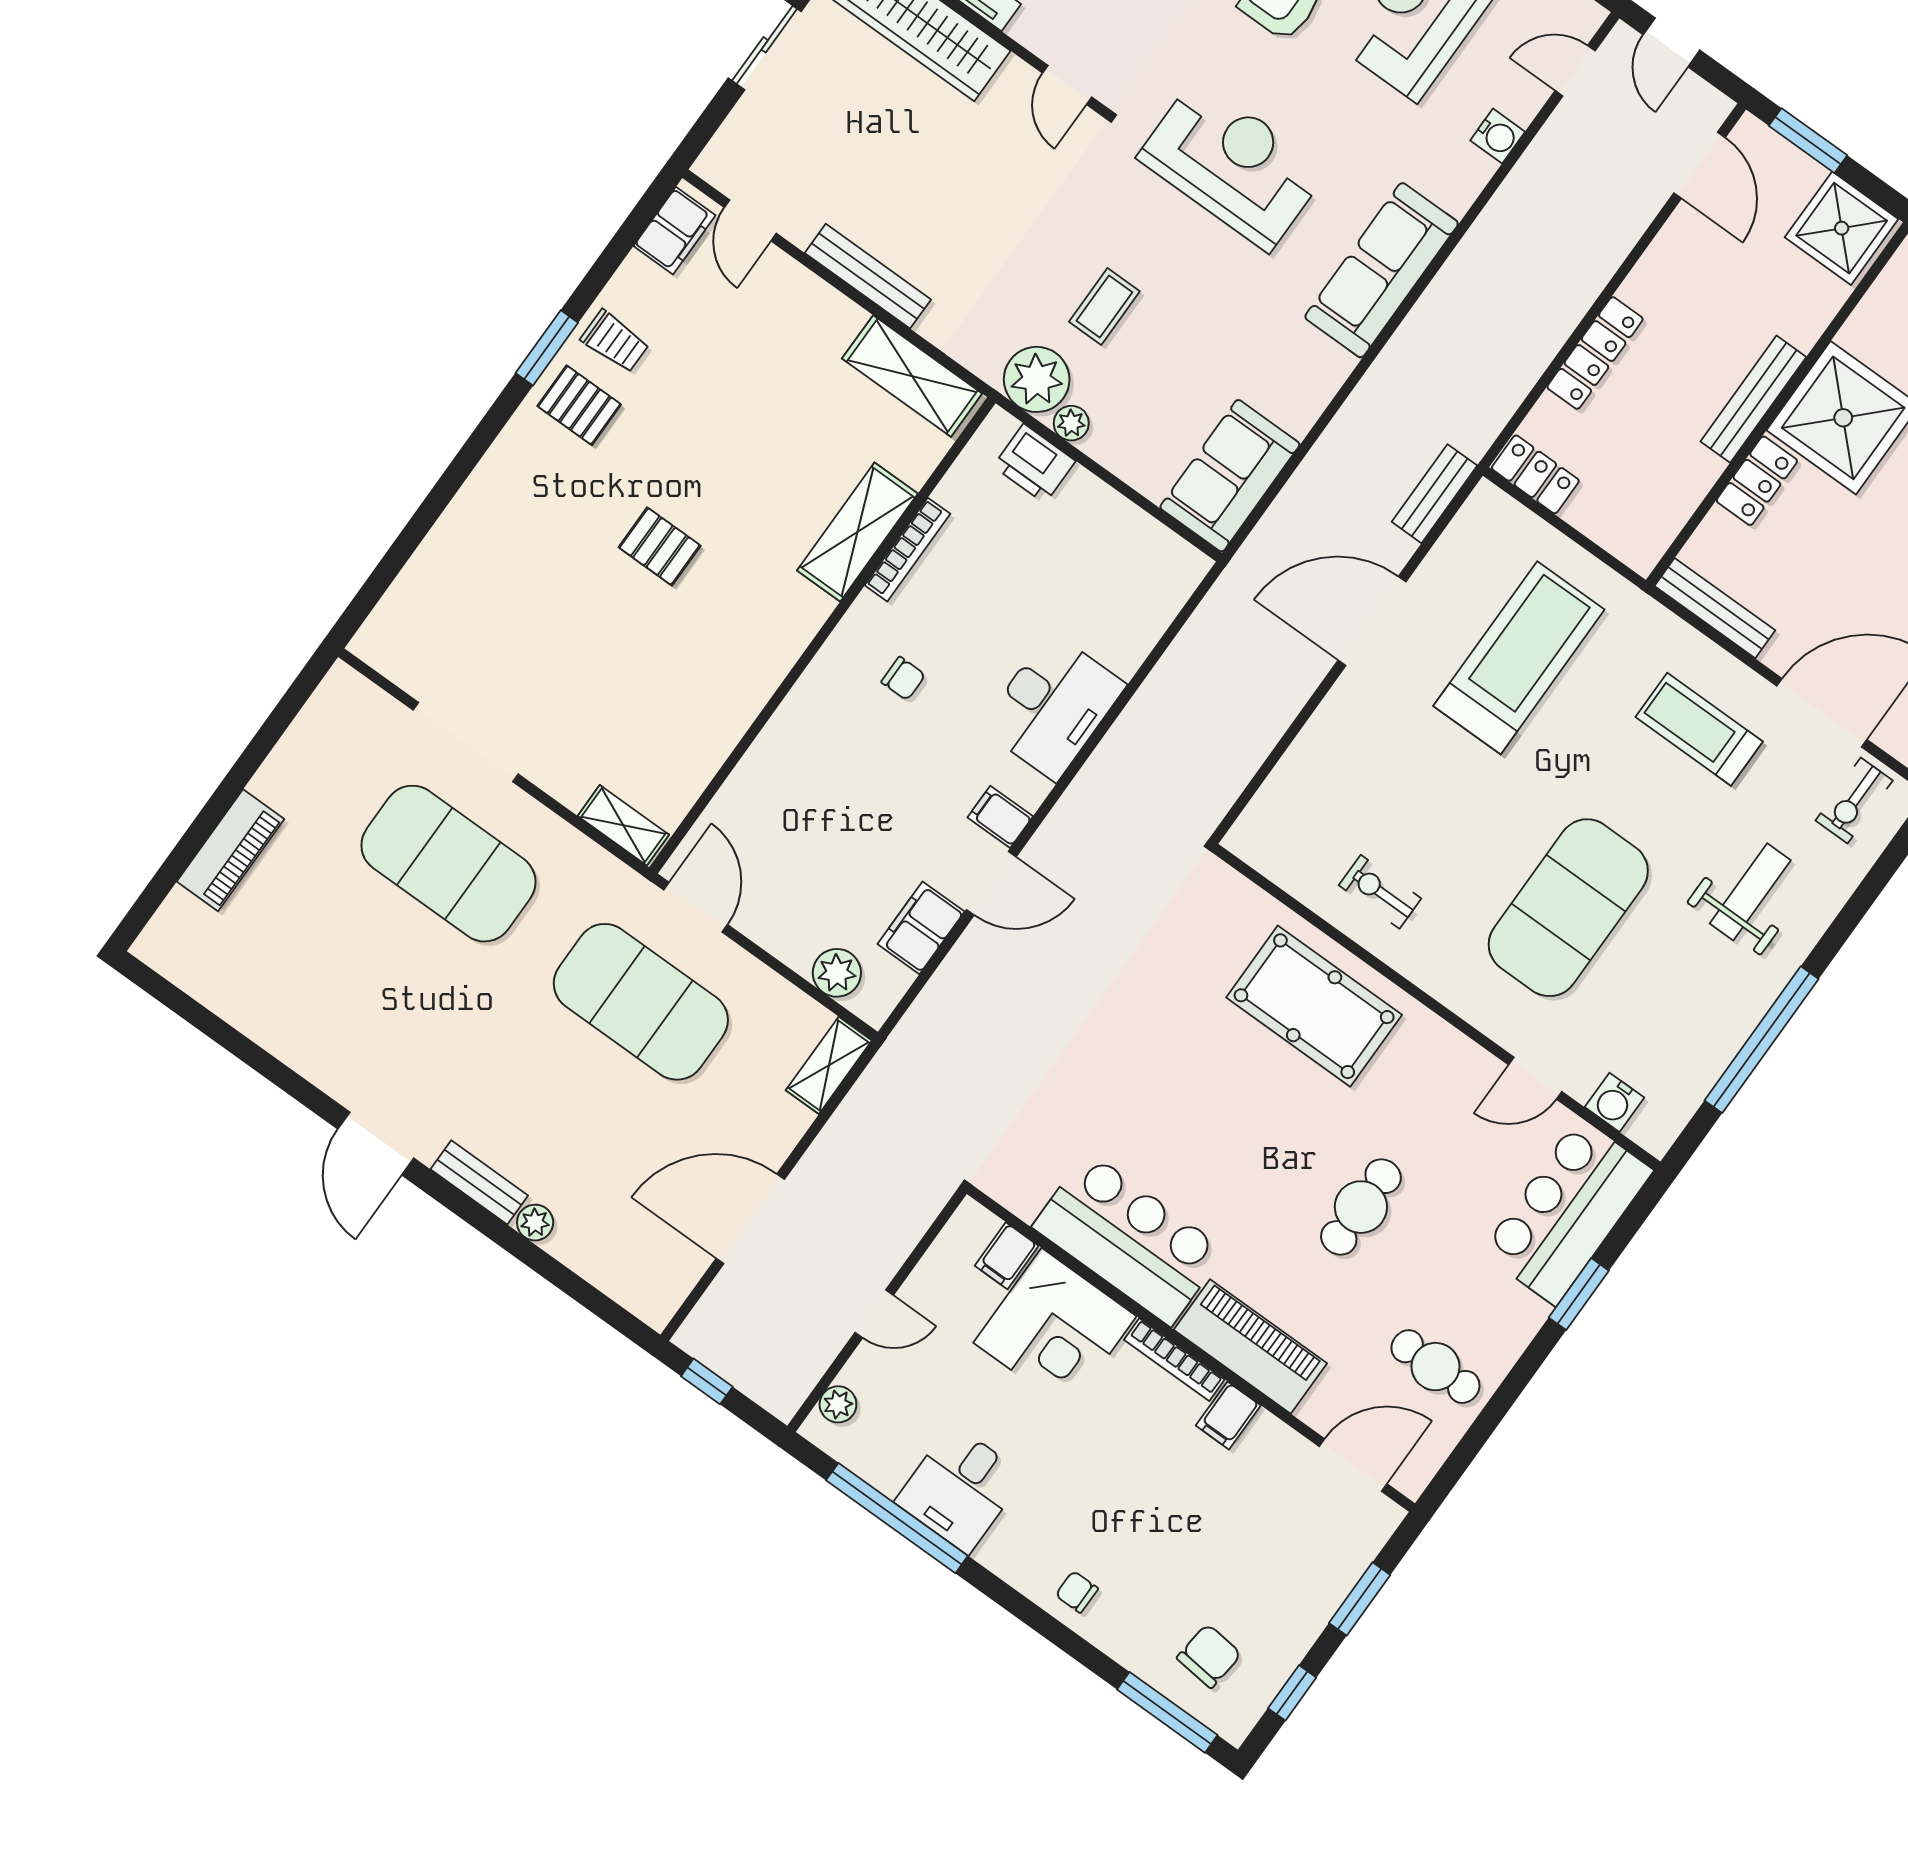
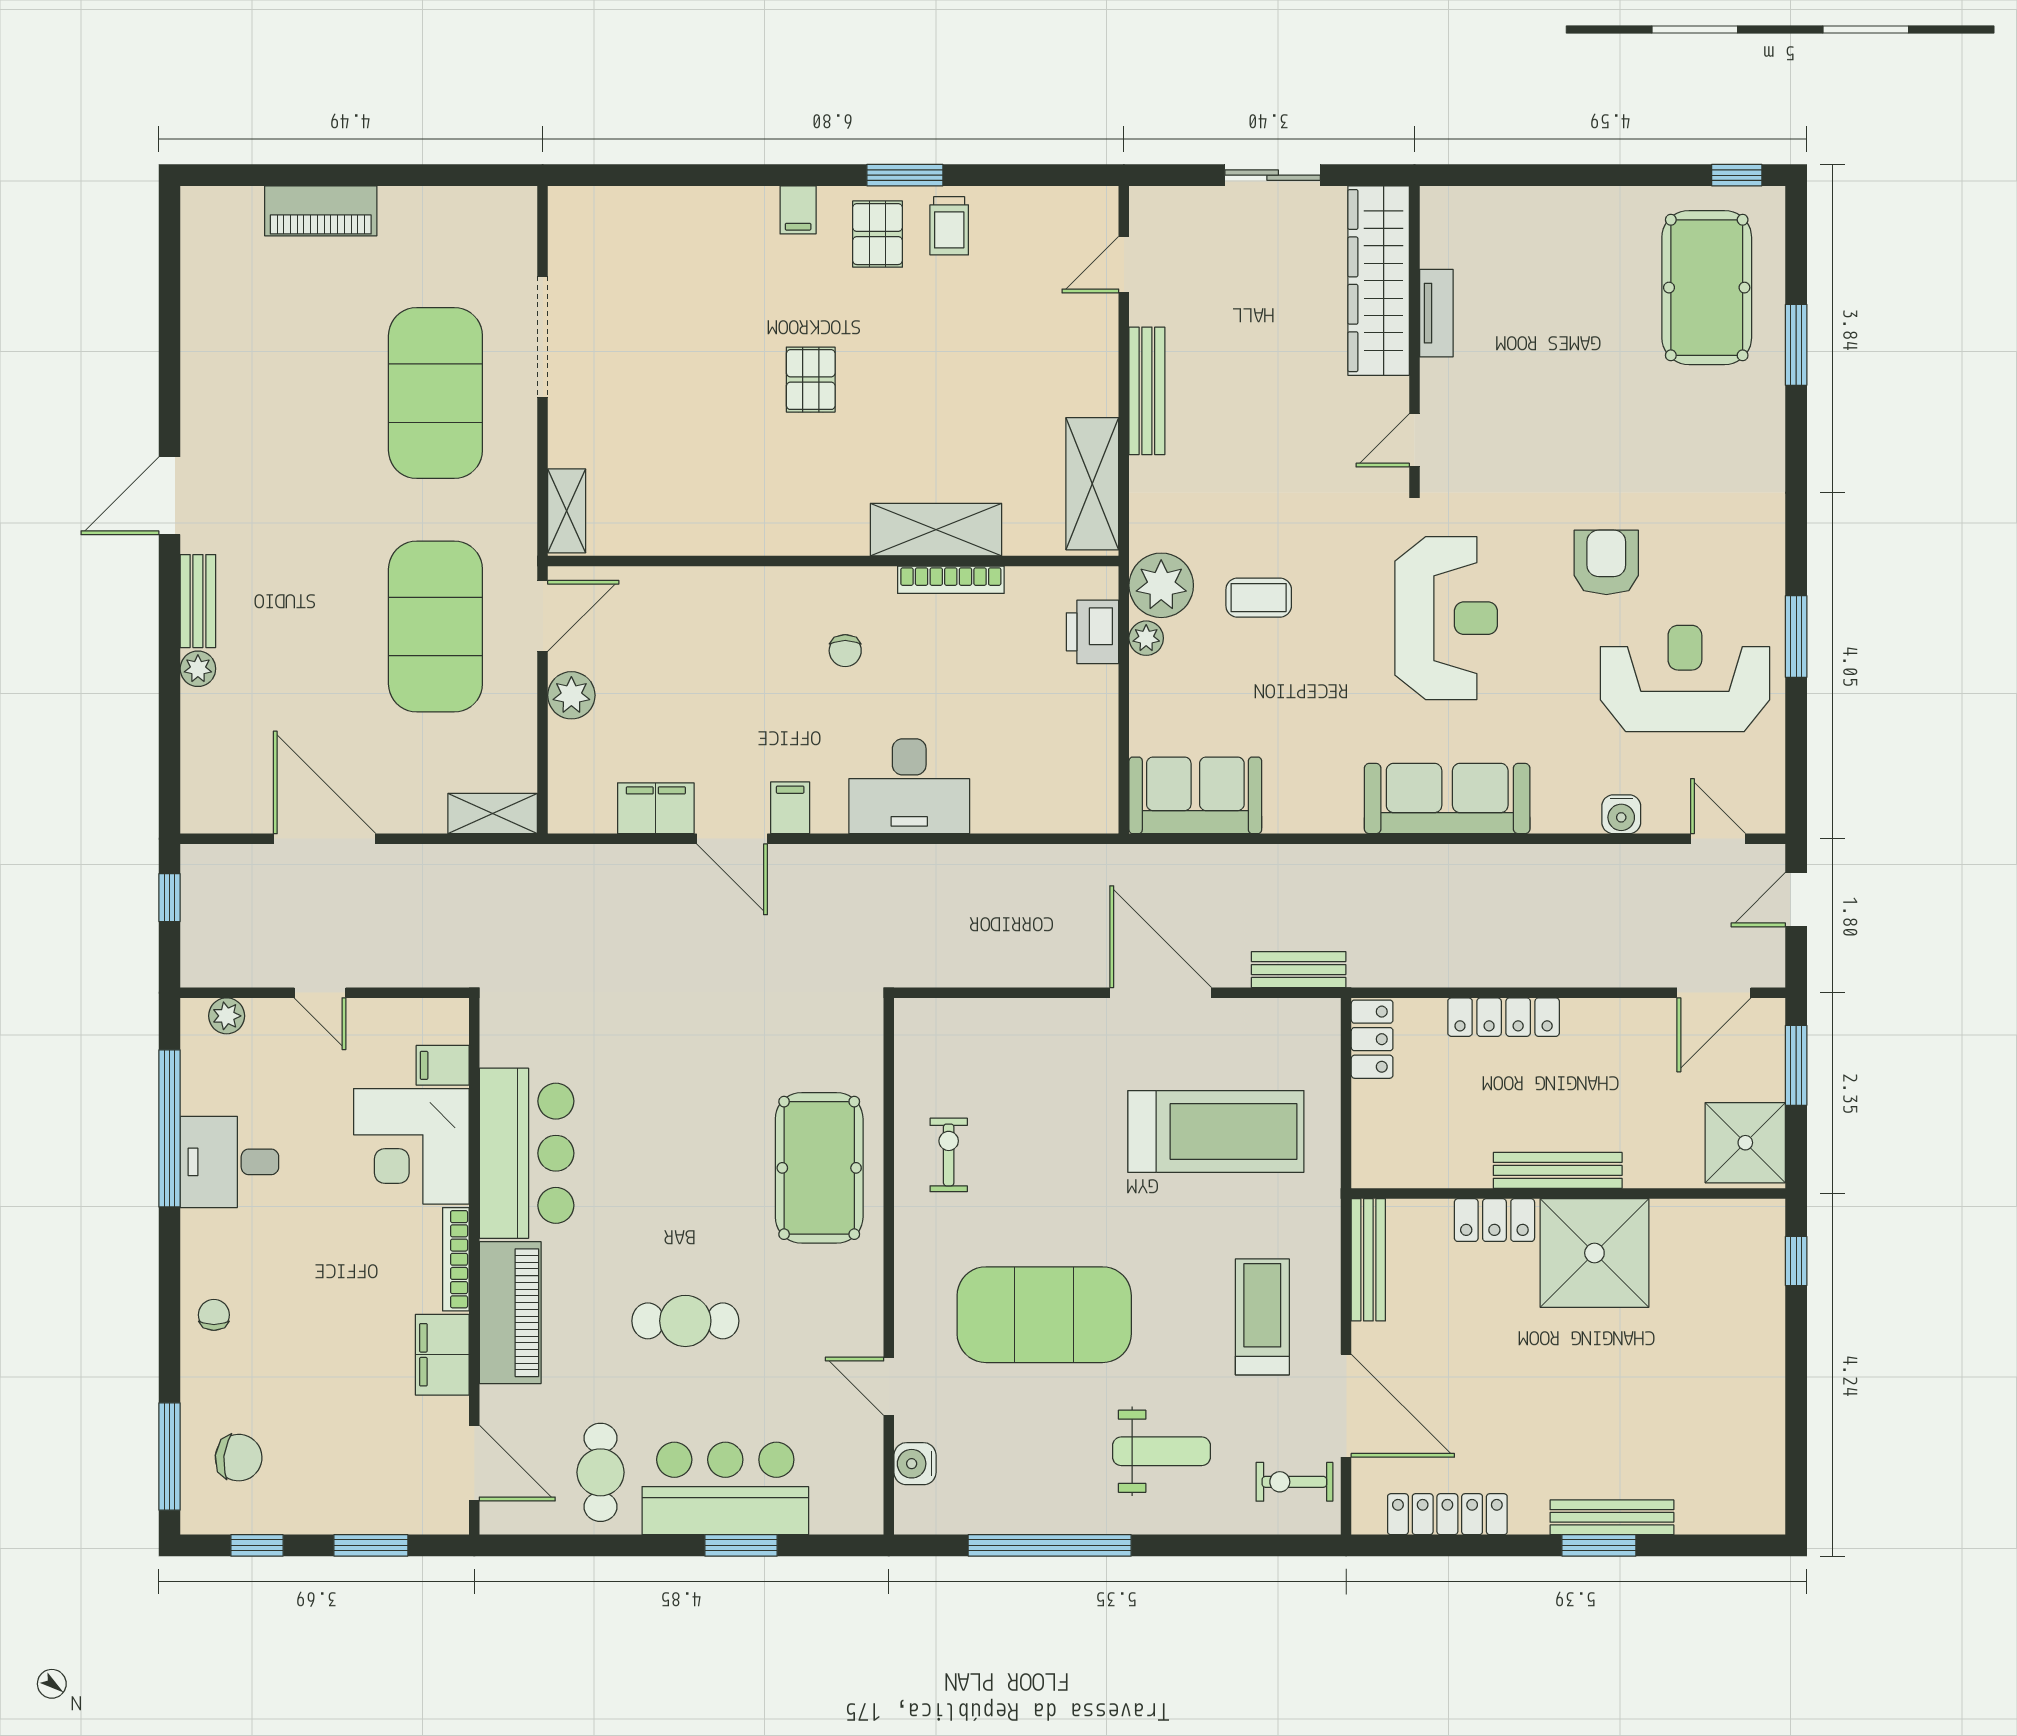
filing cabinet: (674, 231) -> (798, 210), moved, width x0.50
plant: (837, 973) -> (571, 695), moved
bar counter: (1567, 1211) -> (725, 1488), moved
filing cabinet: (1228, 1415) -> (442, 1355), width x2.00

